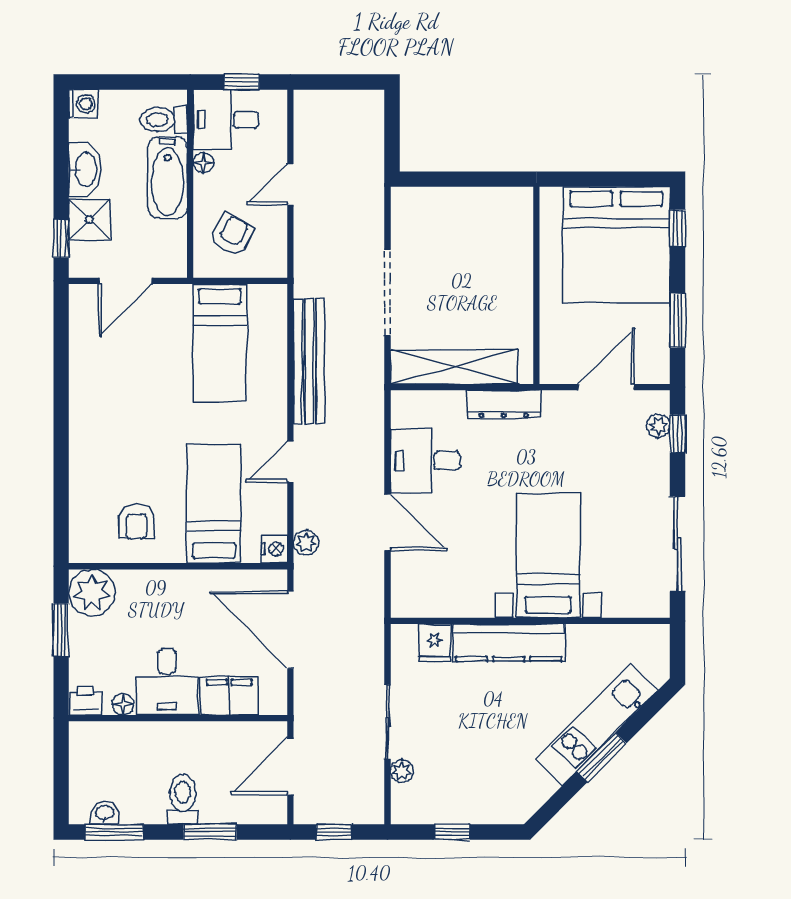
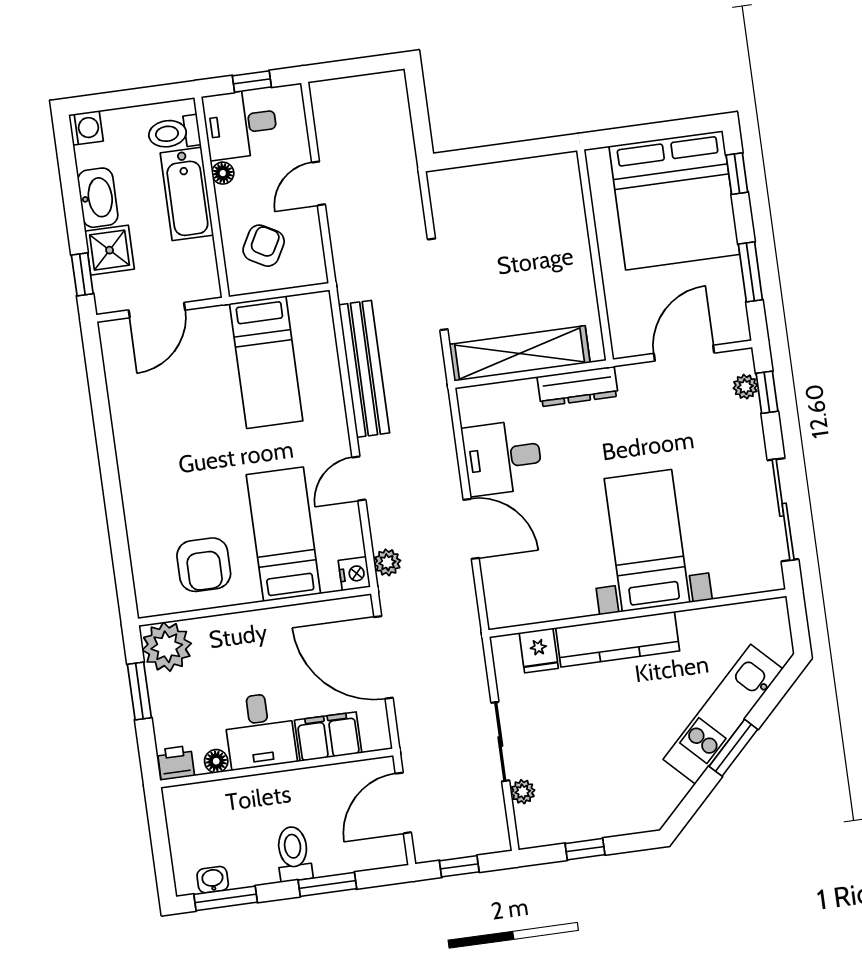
armchair: (136, 522) -> (204, 565), width x1.38, depth x1.38

